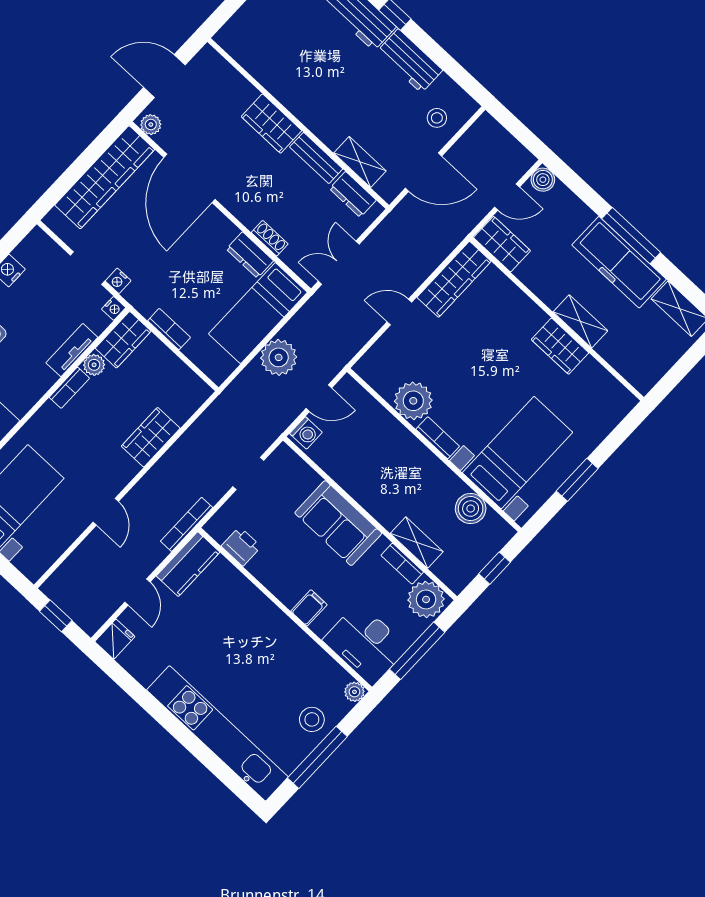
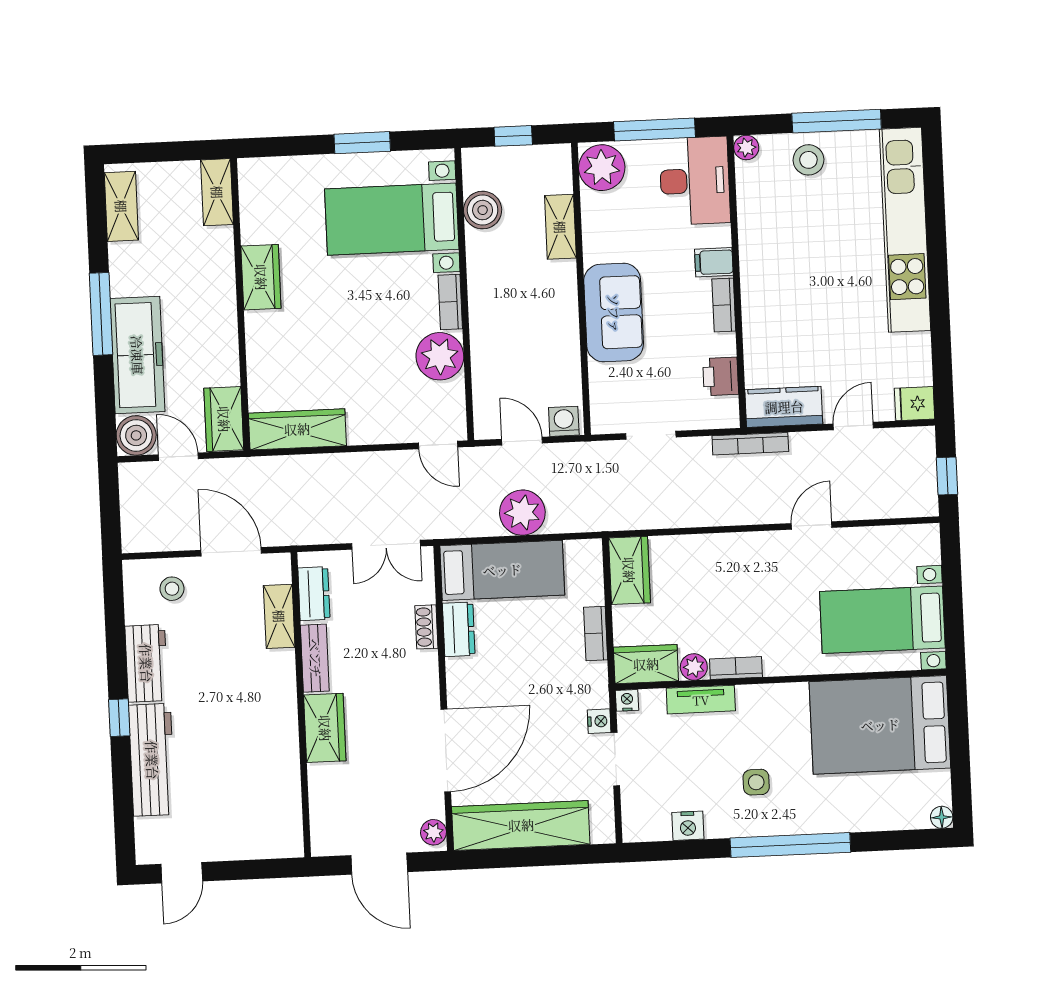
boiler: (543, 180) -> (136, 435), width x1.36, depth x1.36
freezer: (619, 262) -> (137, 355), moved
door: (399, 312) -> (438, 445), moved
shelving: (580, 321) -> (217, 192), moved
wardrobe: (151, 437) -> (629, 570), moved, turned -90
bookcase: (402, 564) -> (724, 305), moved, turned 180

